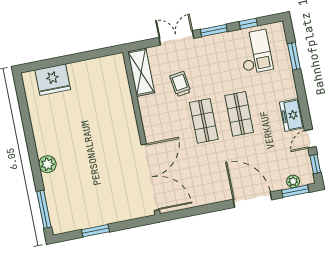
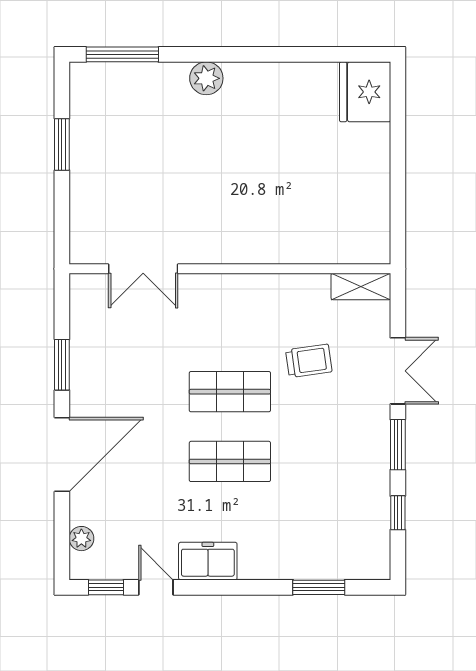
checkout: (255, 52) -> (342, 516), removed
shelving: (141, 72) -> (361, 286), width x0.67, depth x0.75
fridge: (53, 80) -> (365, 92), moved
double door: (150, 177) -> (143, 269), width x0.54
window: (295, 191) -> (62, 365), moved

